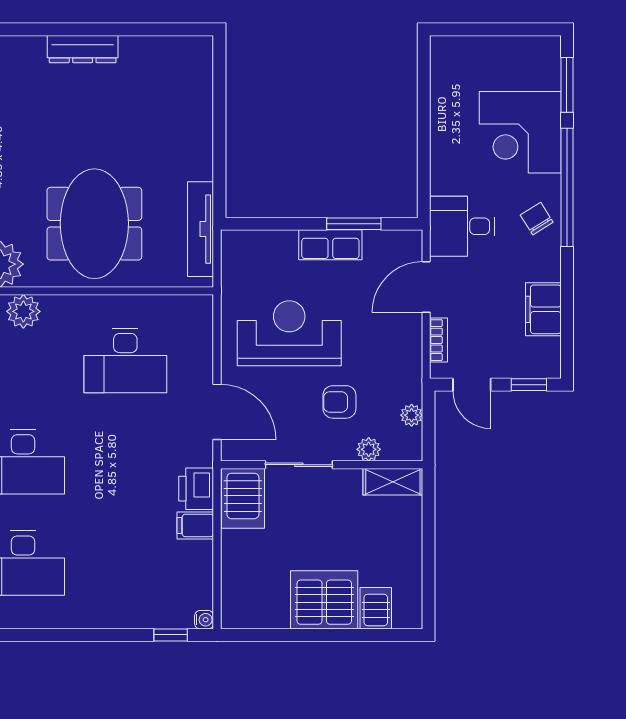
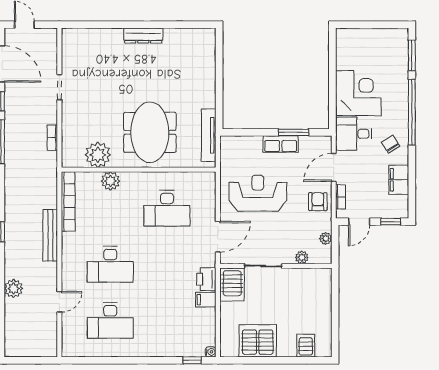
corner desk: (520, 132) -> (358, 93), moved, turned 180
chair: (537, 219) -> (391, 144), moved
door: (472, 385) -> (359, 222), hinge flipped
armchair: (339, 402) -> (318, 202), moved, turned 90
door: (217, 412) -> (218, 237), hinge flipped
shelving: (393, 482) -> (315, 275), removed
server rack: (324, 600) -> (258, 341), moved

